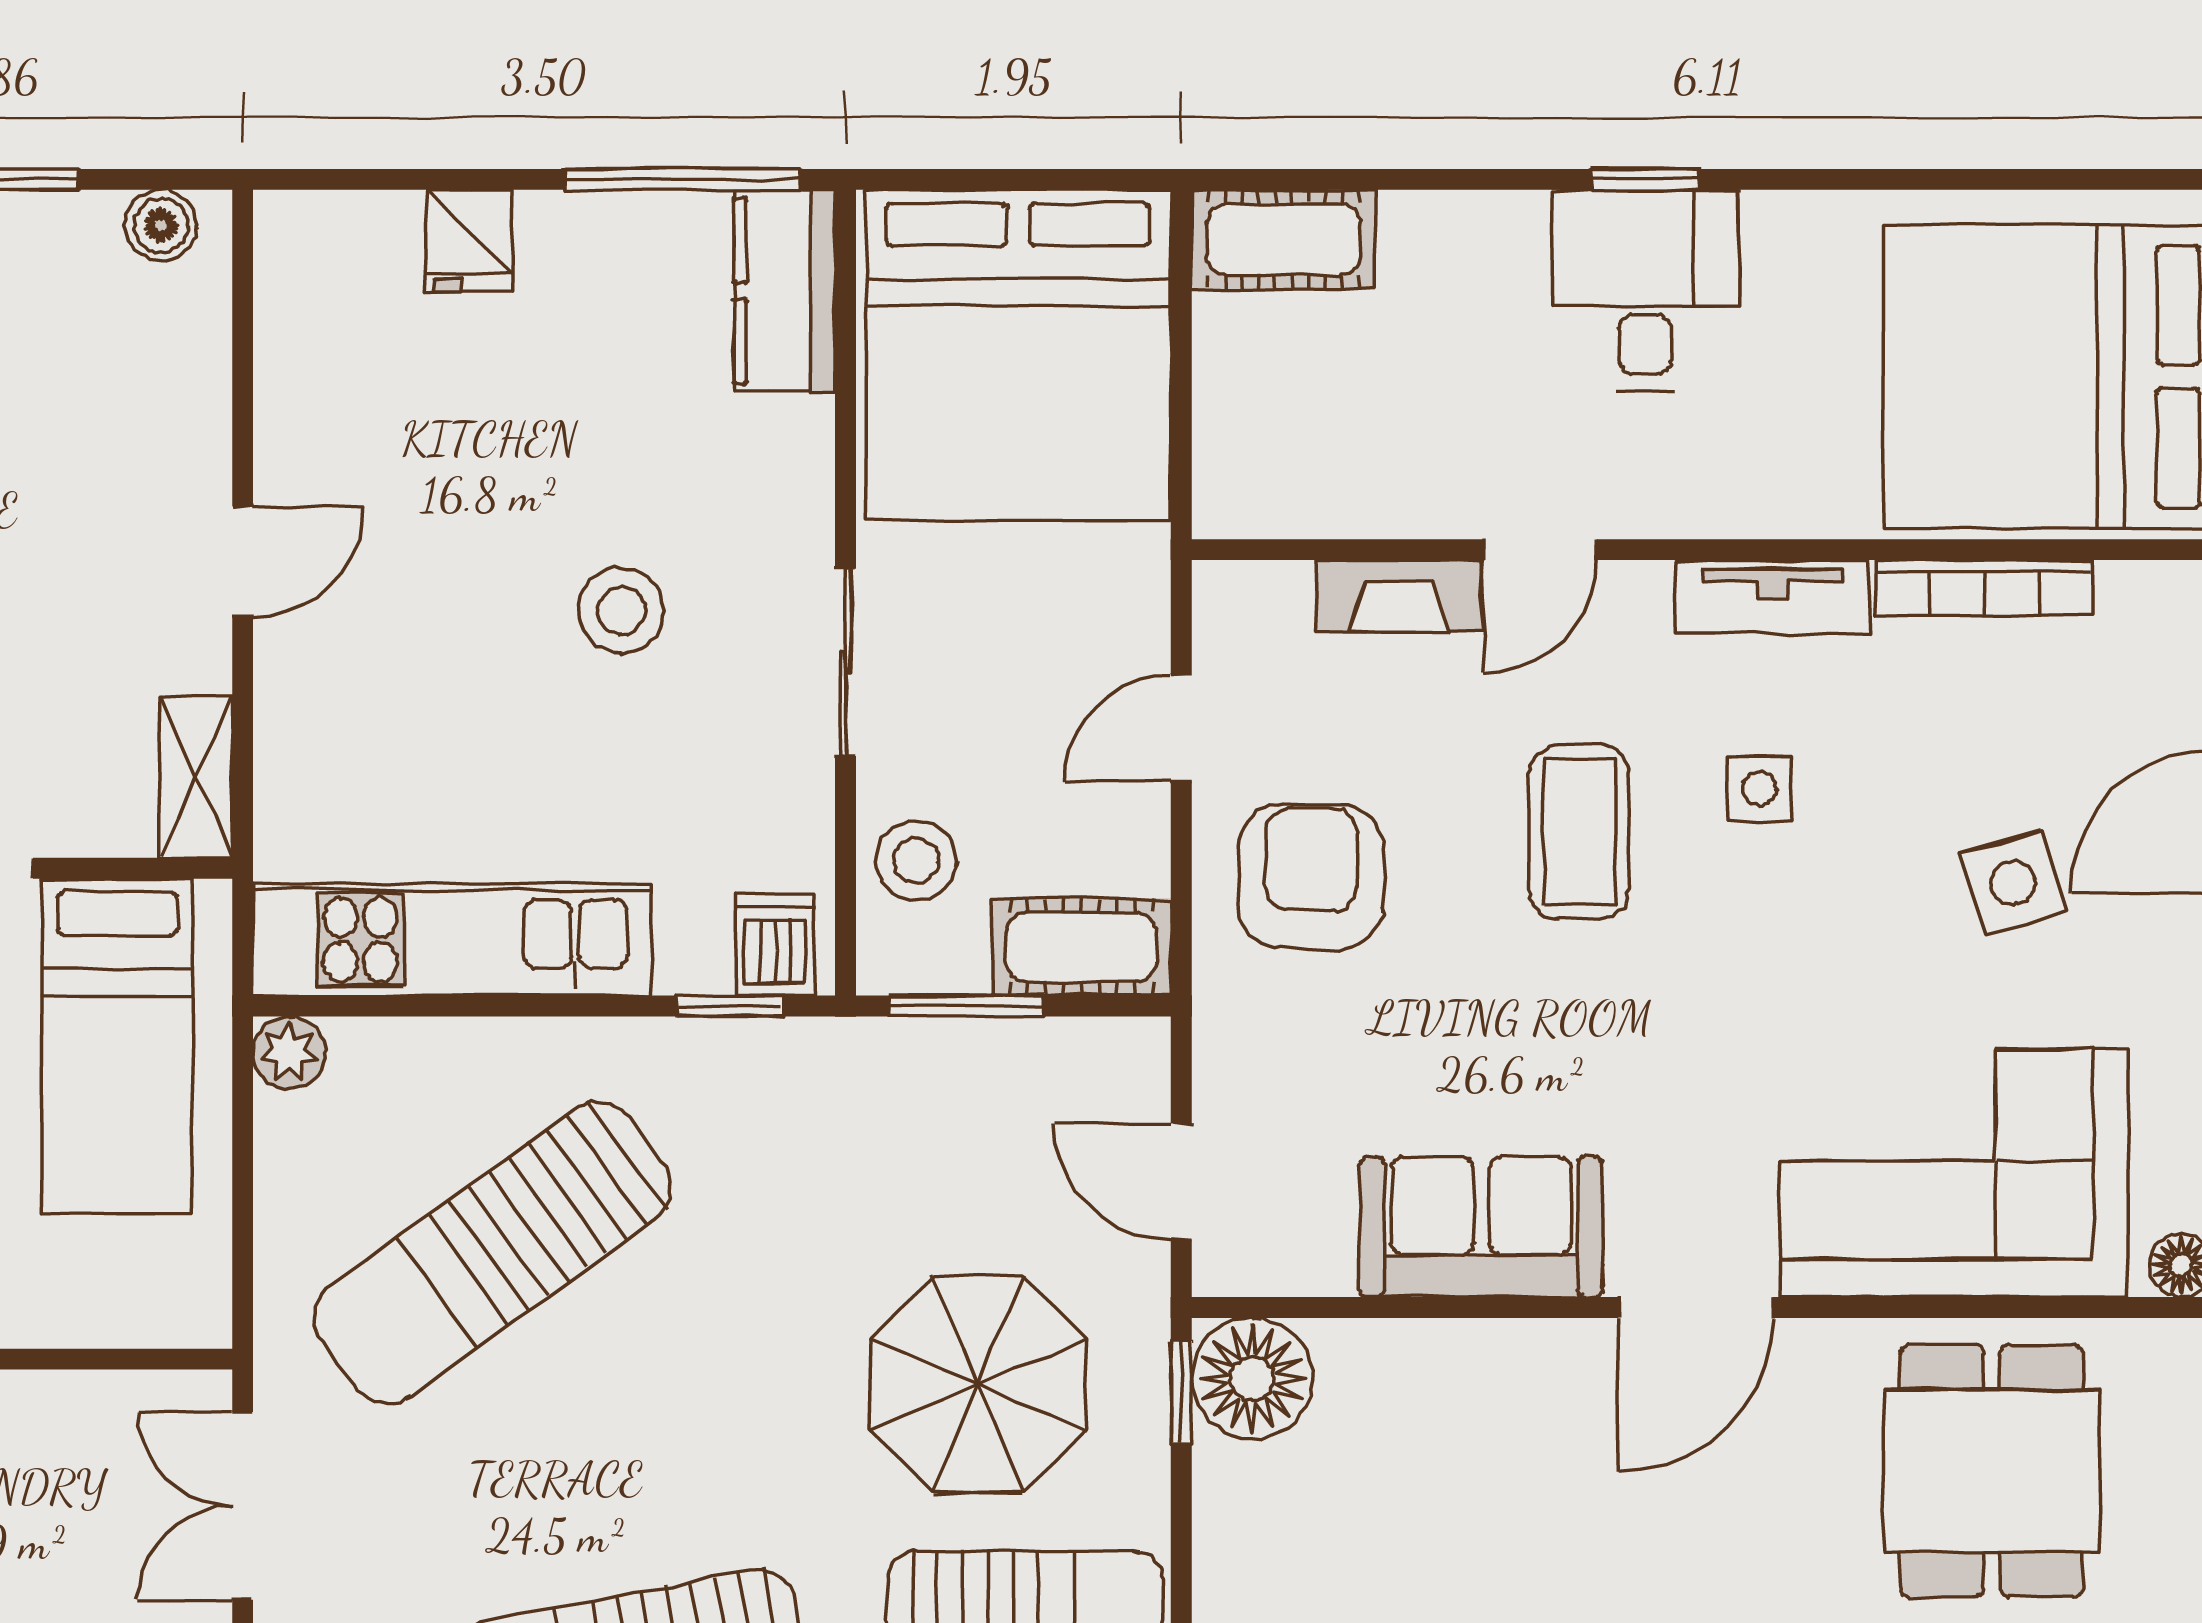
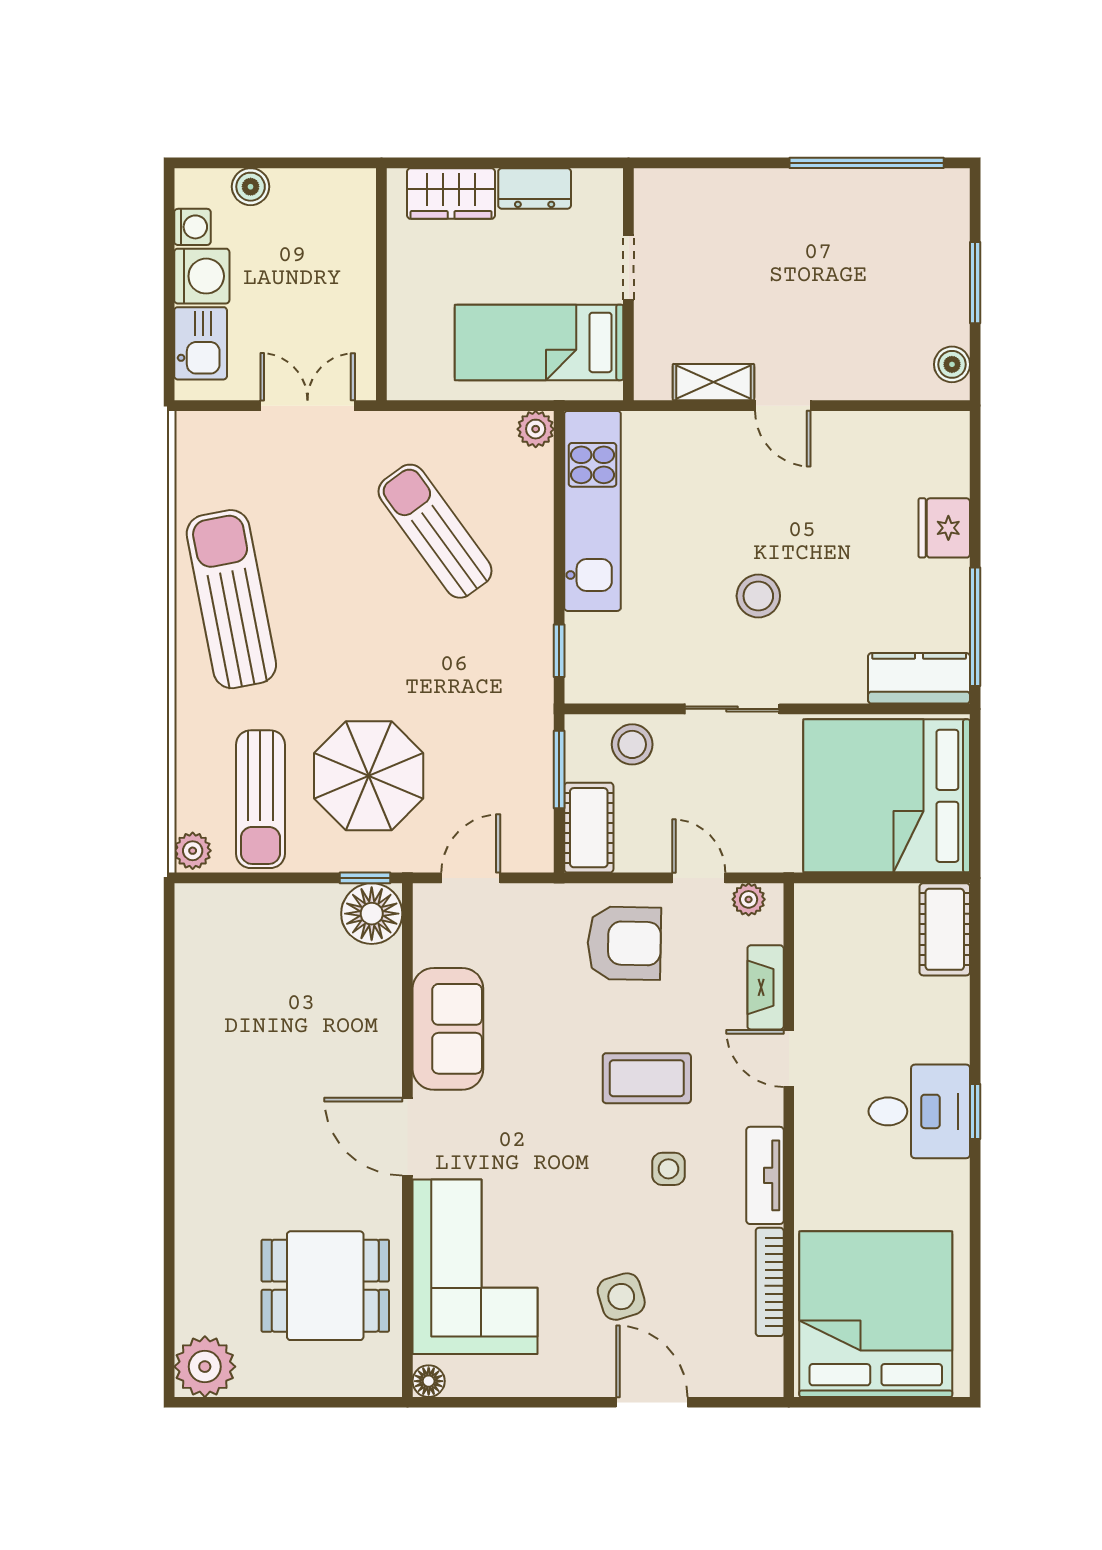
fridge: (469, 241) -> (944, 528), width x1.38
plant: (1224, 629) -> (749, 899), added
shelving: (196, 777) -> (713, 382), moved
dishwasher: (775, 945) -> (590, 673), removed
sun lounger: (492, 1253) -> (435, 531), width x0.73, depth x0.75

